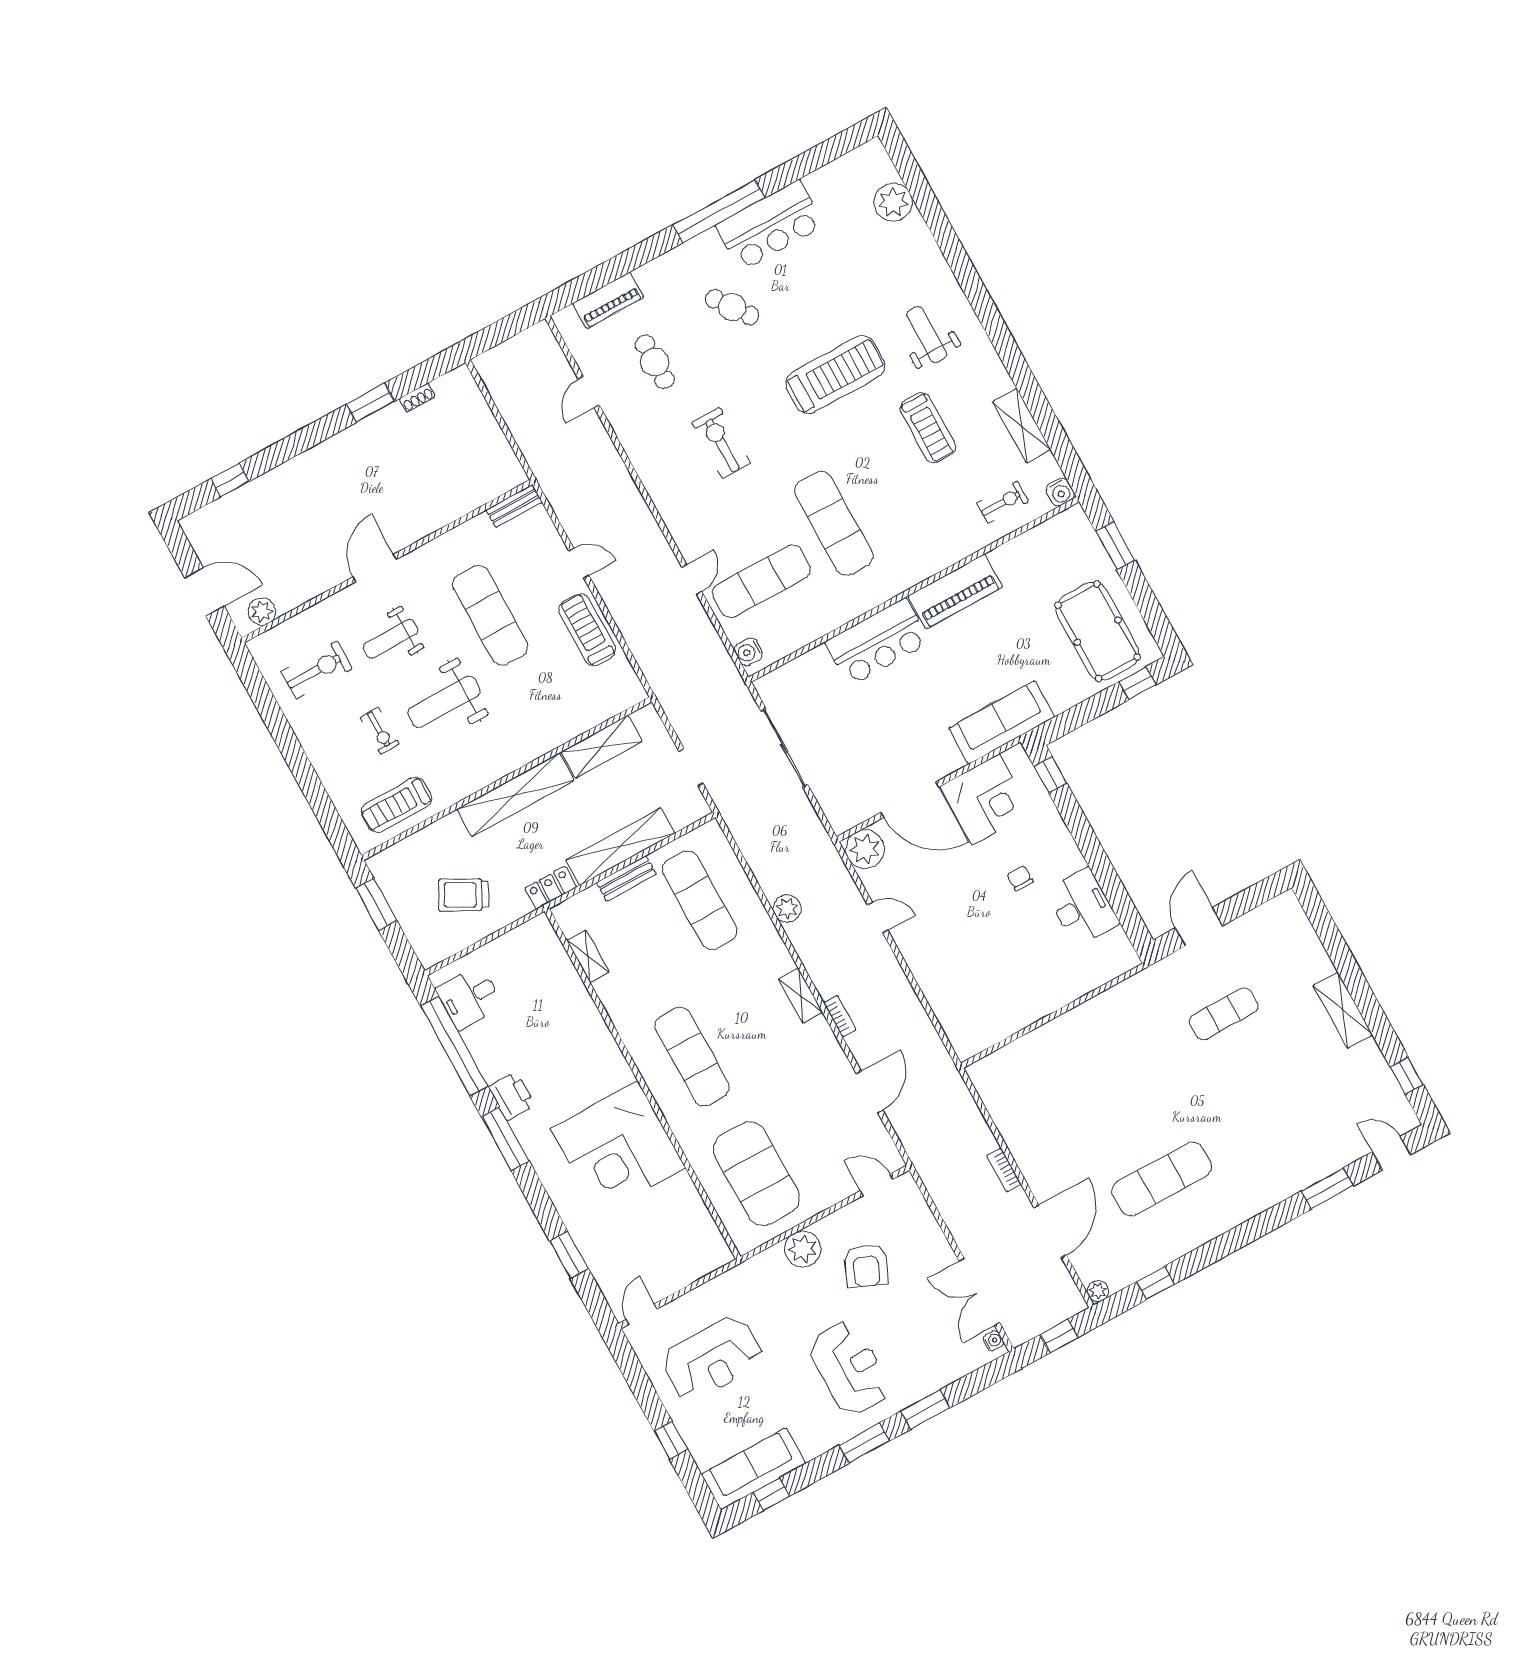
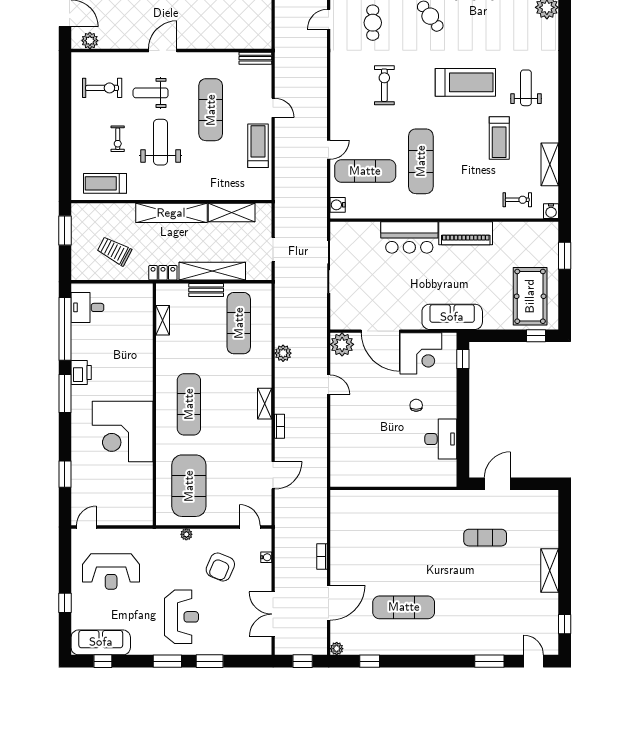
weight bench: (444, 702) -> (161, 142), turned 90
plant: (803, 1249) -> (186, 534), width x0.53, depth x0.53
water cooler: (993, 1341) -> (266, 557), moved

